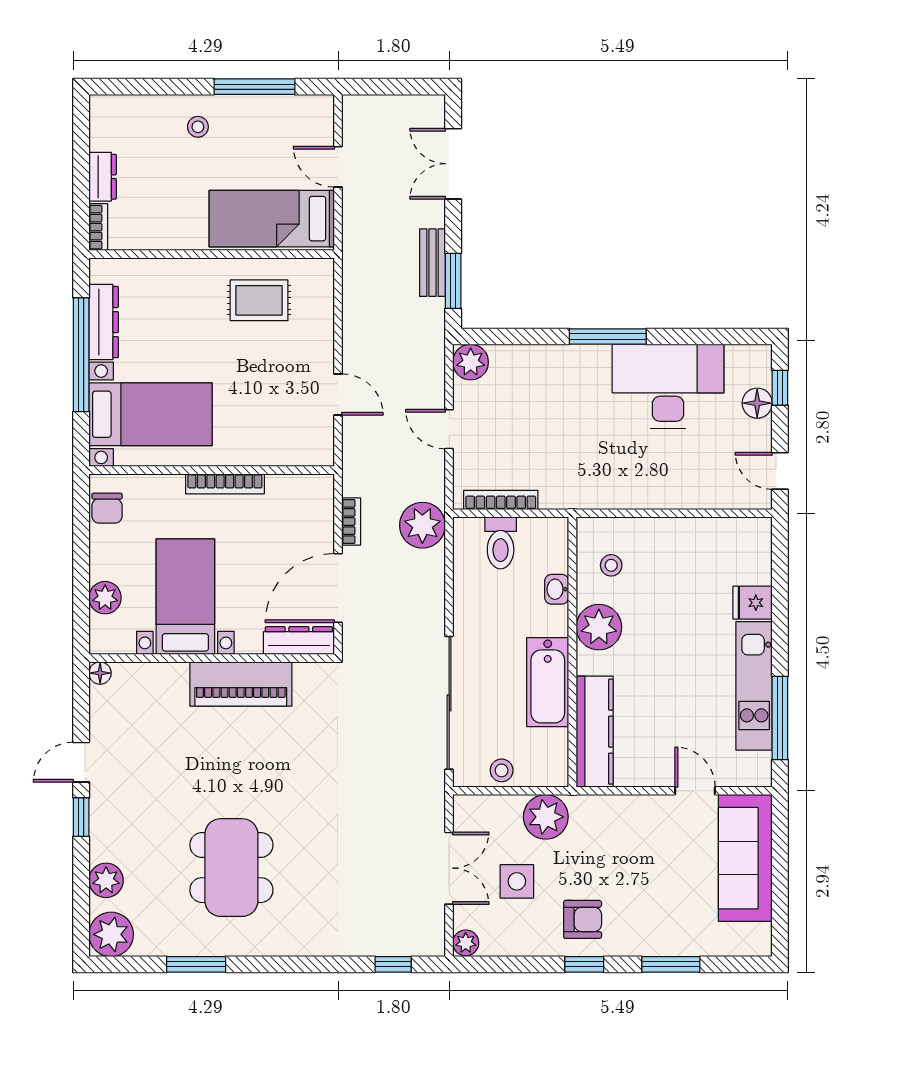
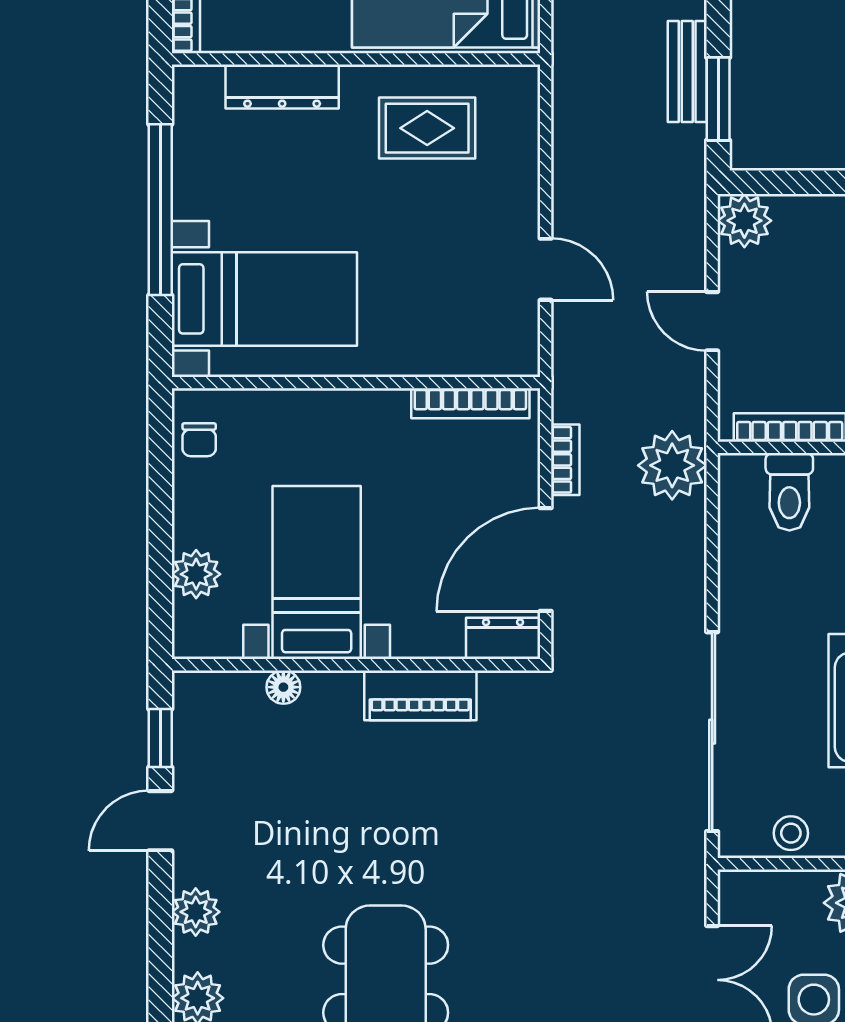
dresser: (104, 322) -> (282, 86), moved, turned 90
bookcase: (225, 484) -> (470, 403), moved
chair: (107, 508) -> (199, 440), width x0.73, depth x0.73
dresser: (299, 641) -> (503, 638), width x0.70
floor lamp: (100, 673) -> (283, 687), moved
piano: (241, 684) -> (420, 695), width x0.73, depth x0.75
window: (81, 817) -> (160, 738), moved
plant: (105, 823) -> (196, 912), added

